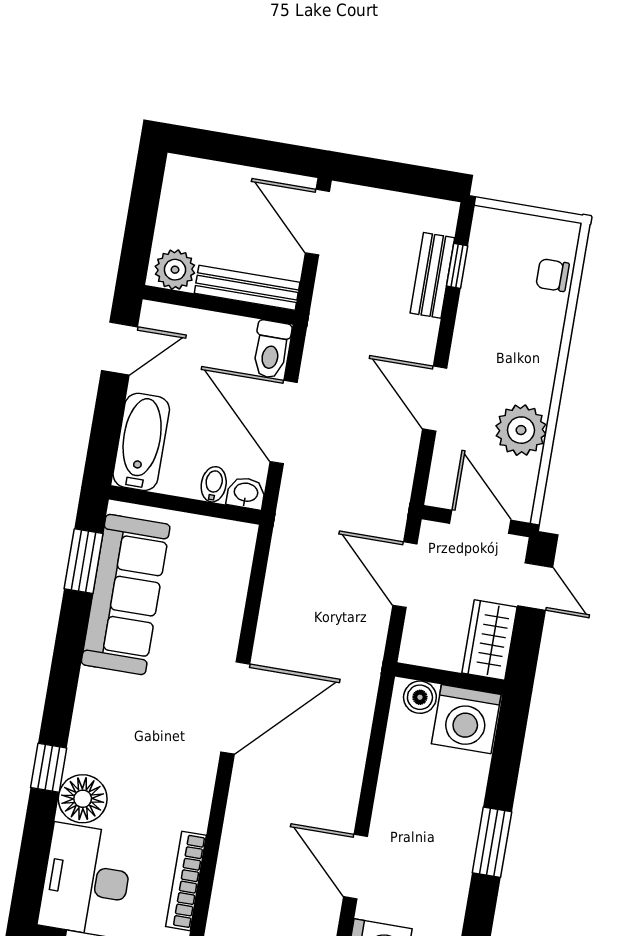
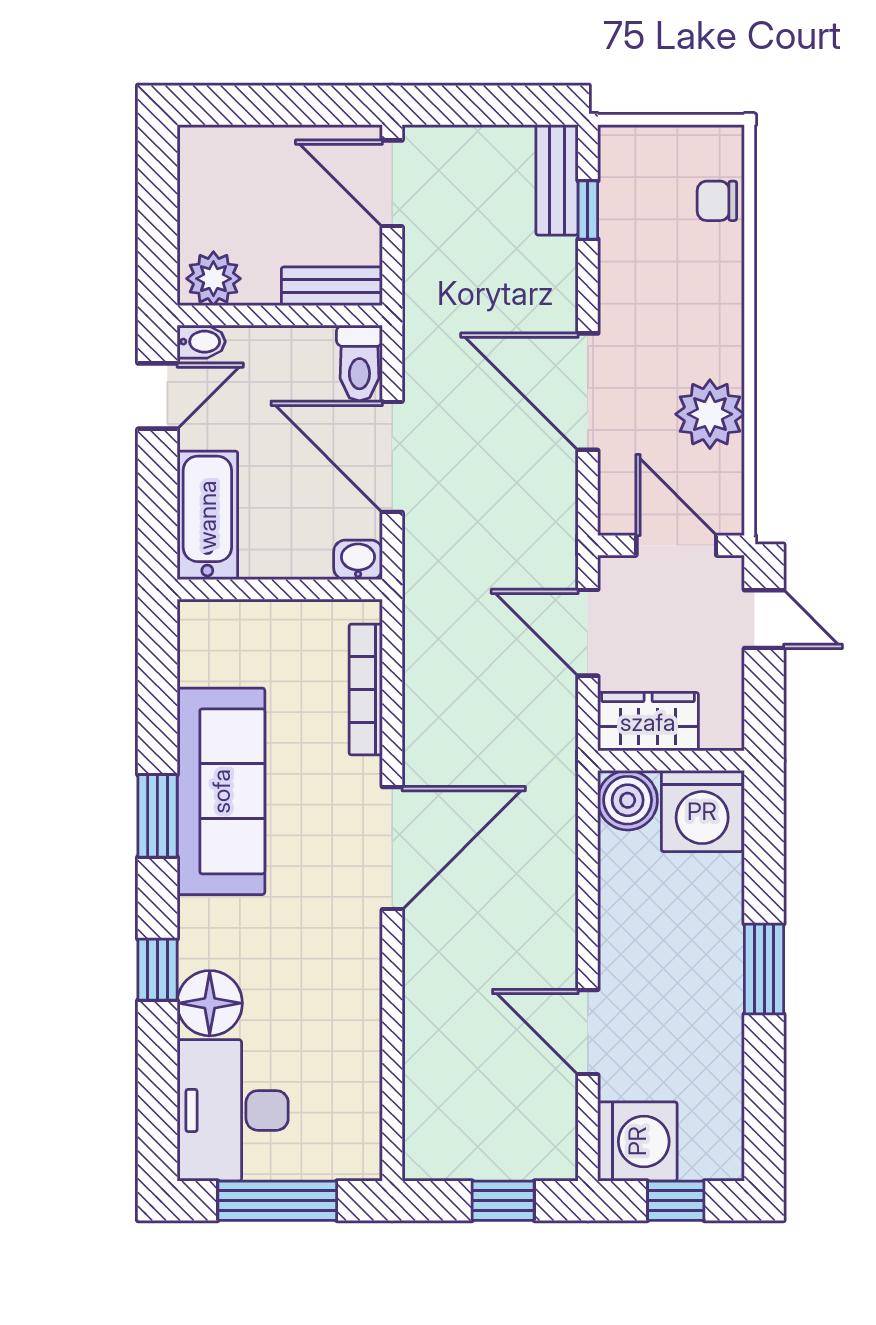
bench: (432, 275) -> (557, 180), moved
bench: (247, 288) -> (332, 286), width x0.73
door: (435, 399) -> (588, 392), width x1.36
bidet: (214, 484) -> (201, 342), moved, turned 90
window: (84, 561) -> (157, 816), moved
sofa: (126, 594) -> (221, 791), moved
wardrobe: (490, 640) -> (648, 722), moved, turned 90
boiler: (420, 697) -> (628, 800), width x1.36, depth x1.36
bookcase: (186, 881) -> (366, 689), moved

